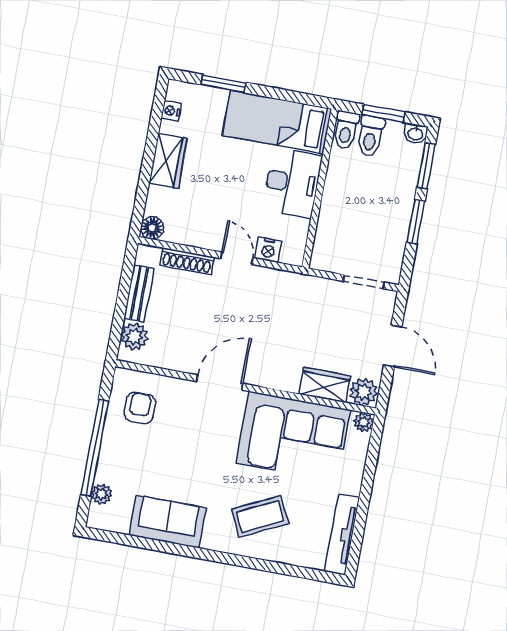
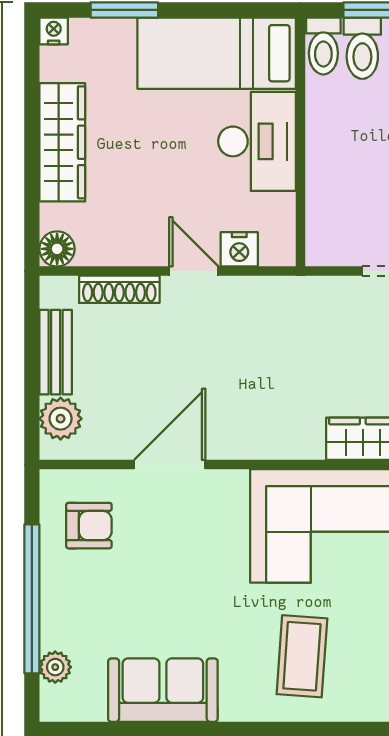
nightstand: (171, 111) -> (54, 31), moved, turned 90
wardrobe: (168, 161) -> (62, 142), width x1.50
door: (220, 383) -> (170, 465), moved
armchair: (140, 408) -> (89, 526), turned 90
coffee table: (260, 516) -> (302, 656), turned -60

